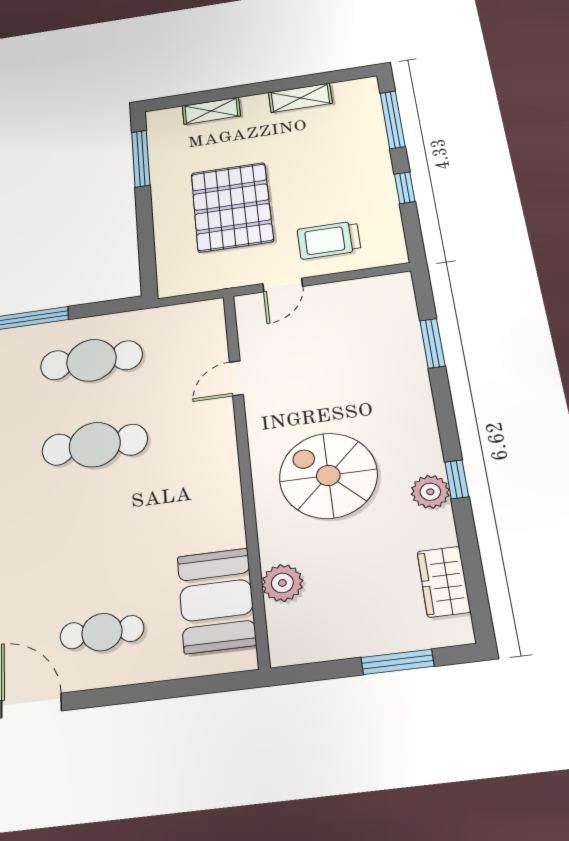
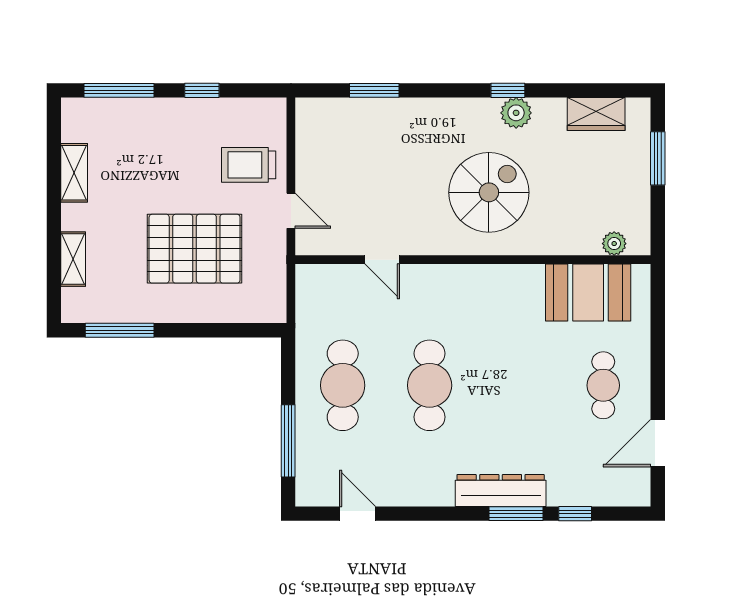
trolley: (329, 240) -> (249, 165), turned 90
spiral stairs: (328, 475) -> (489, 192), turned 180
plant: (282, 583) -> (614, 244), moved, width x0.73, depth x0.73

